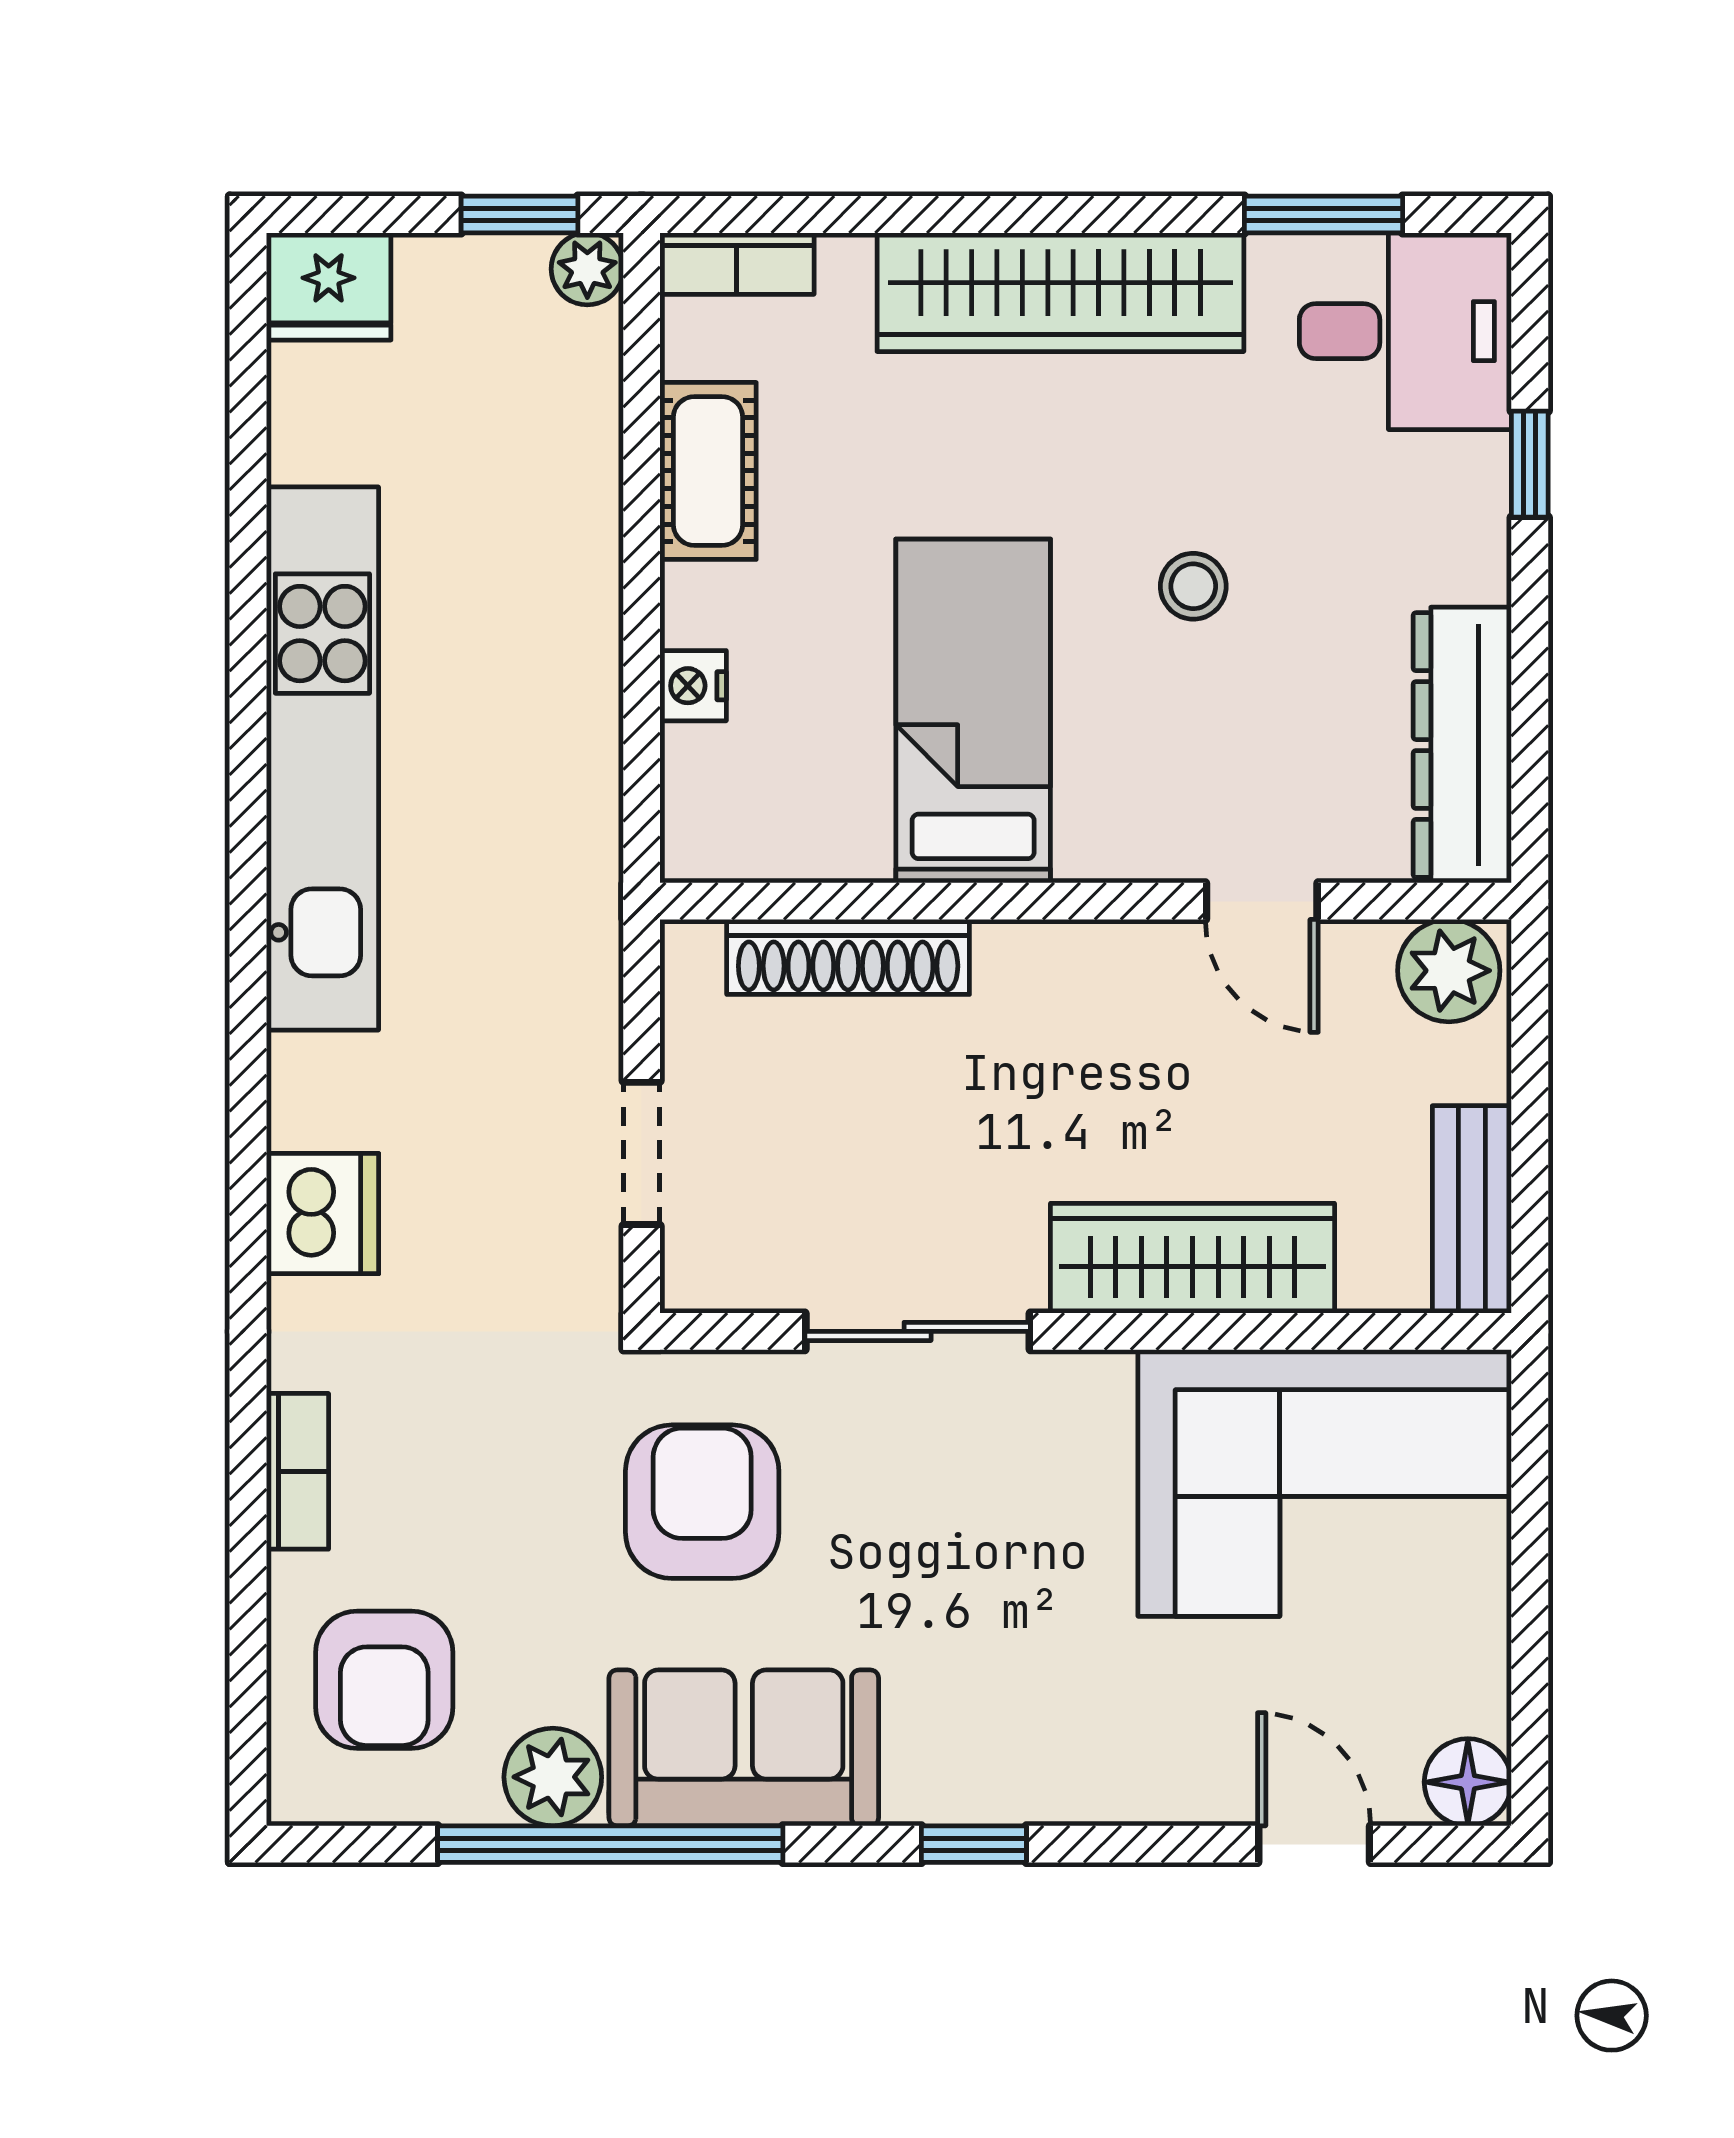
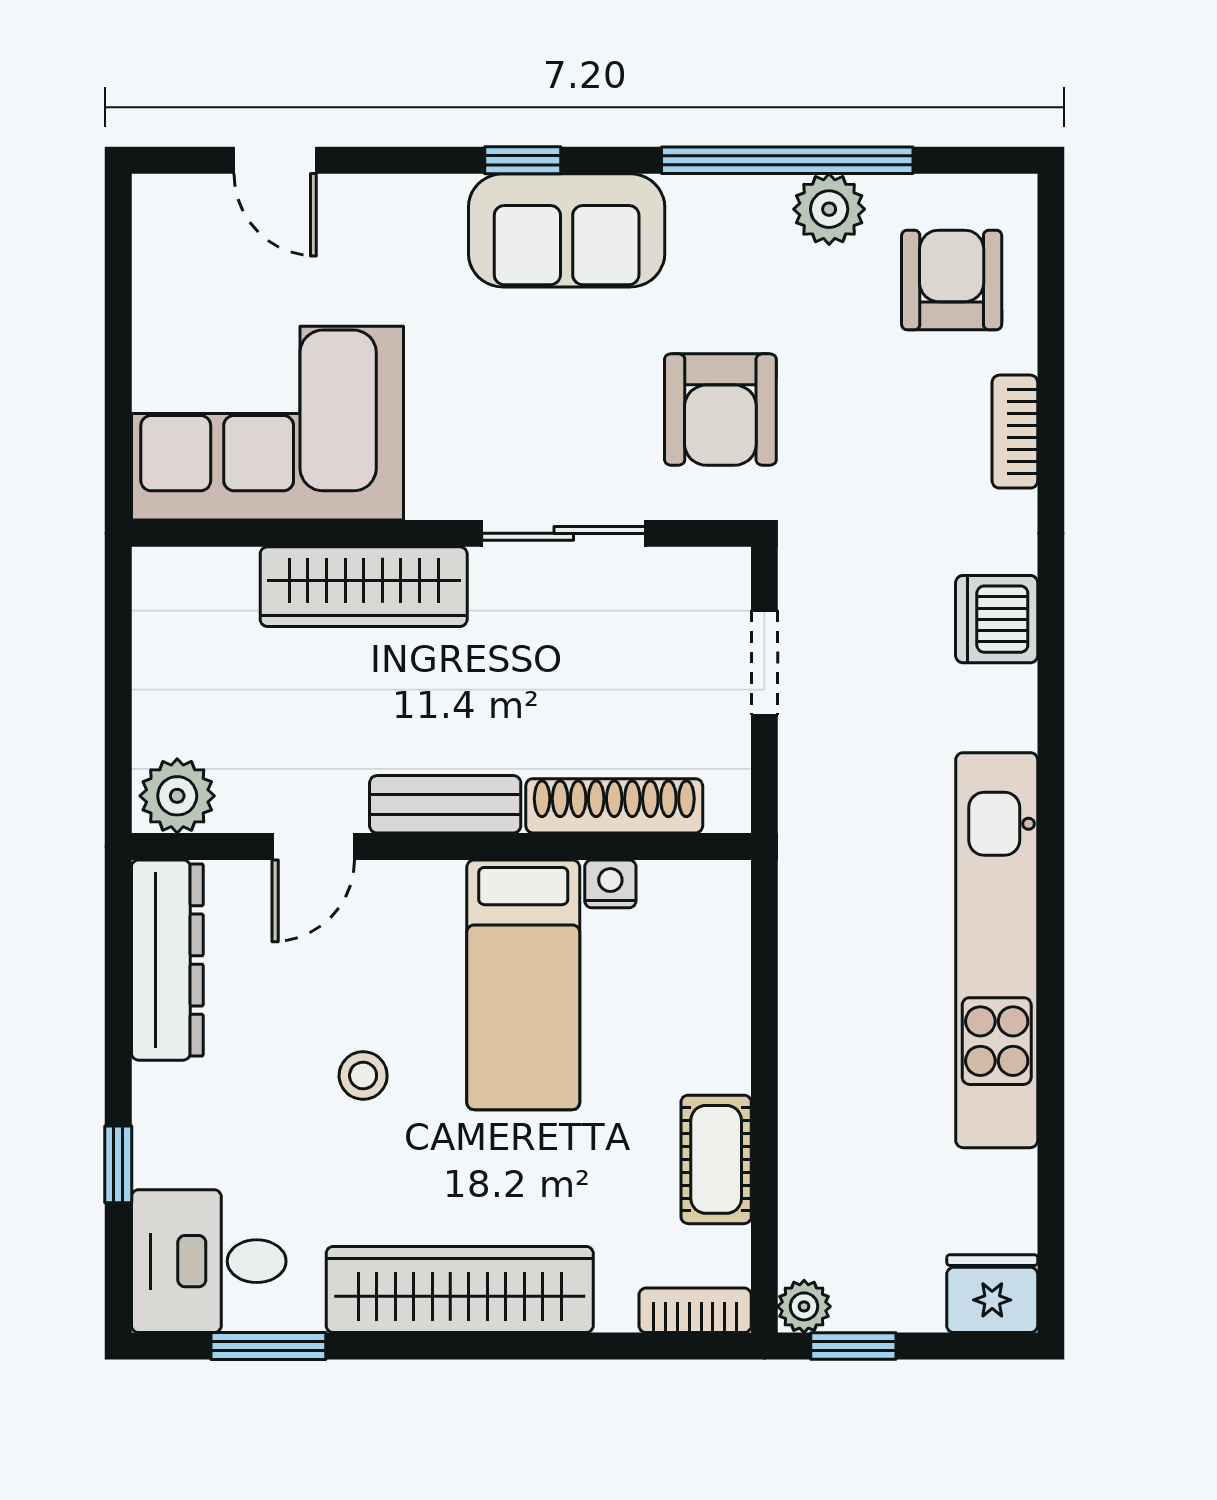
nightstand: (693, 686) -> (610, 884), moved, turned -90
door: (1262, 901) -> (313, 846), swing flipped
bench: (1472, 1209) -> (445, 804), moved, turned 90
sofa: (744, 1748) -> (567, 230), moved
floor lamp: (1468, 1782) -> (163, 205), removed

